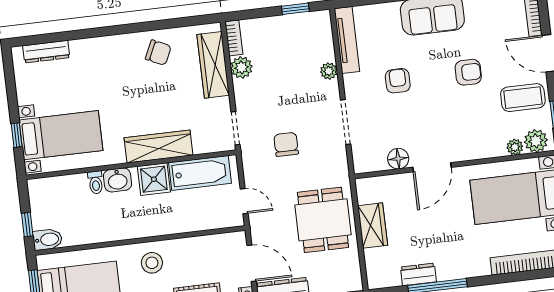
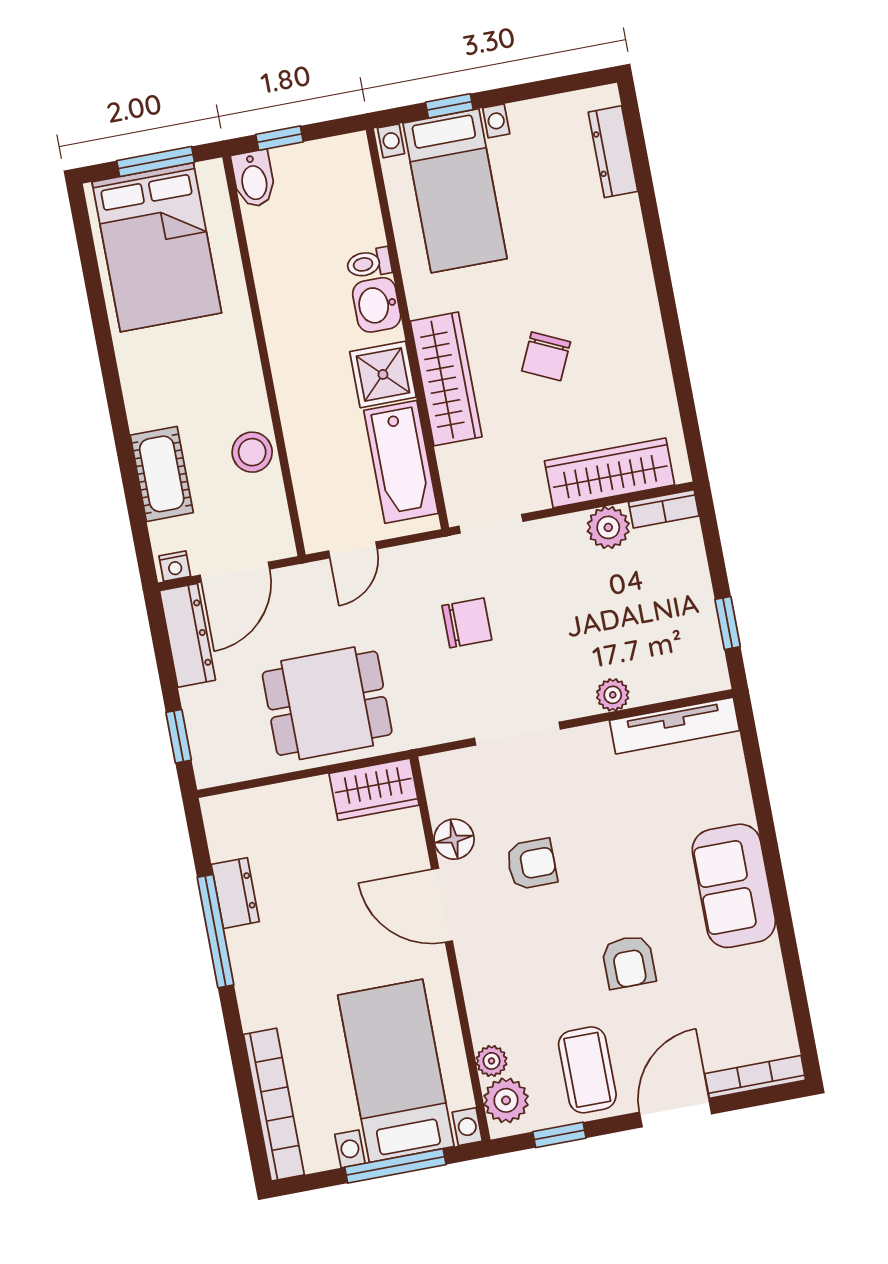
chair: (158, 53) -> (546, 356), moved
armchair: (398, 81) -> (532, 864), moved
wardrobe: (373, 226) -> (374, 789), moved
stool: (152, 263) -> (252, 452), moved

